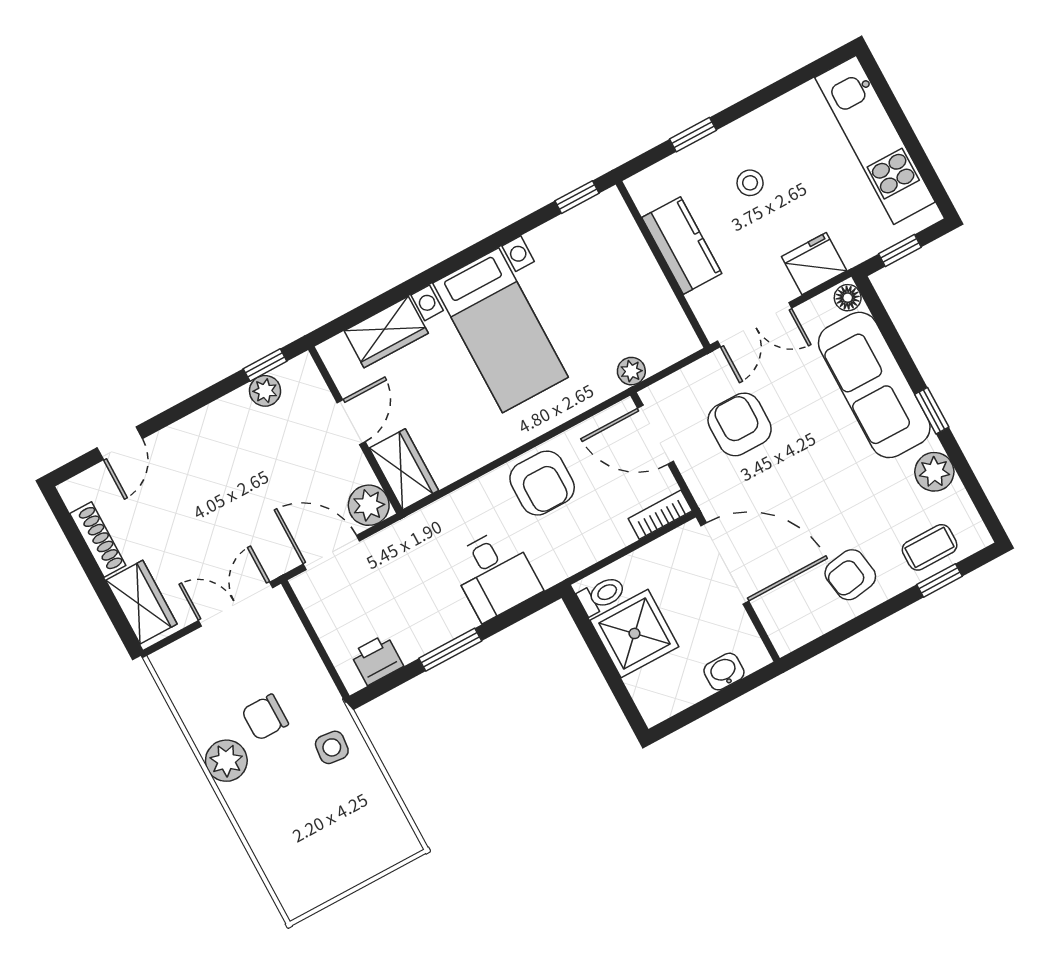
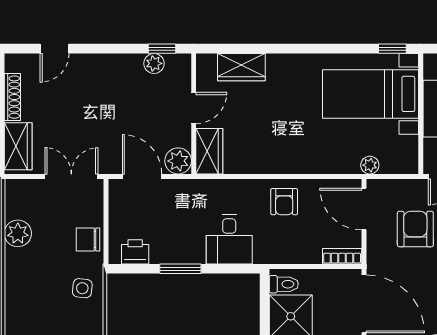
bed with nightstands: (501, 330) -> (370, 94), moved, turned 90
armchair: (542, 483) -> (284, 202), width x0.72, depth x0.72
chair: (265, 717) -> (88, 240), moved
plant: (226, 761) -> (18, 233), moved

